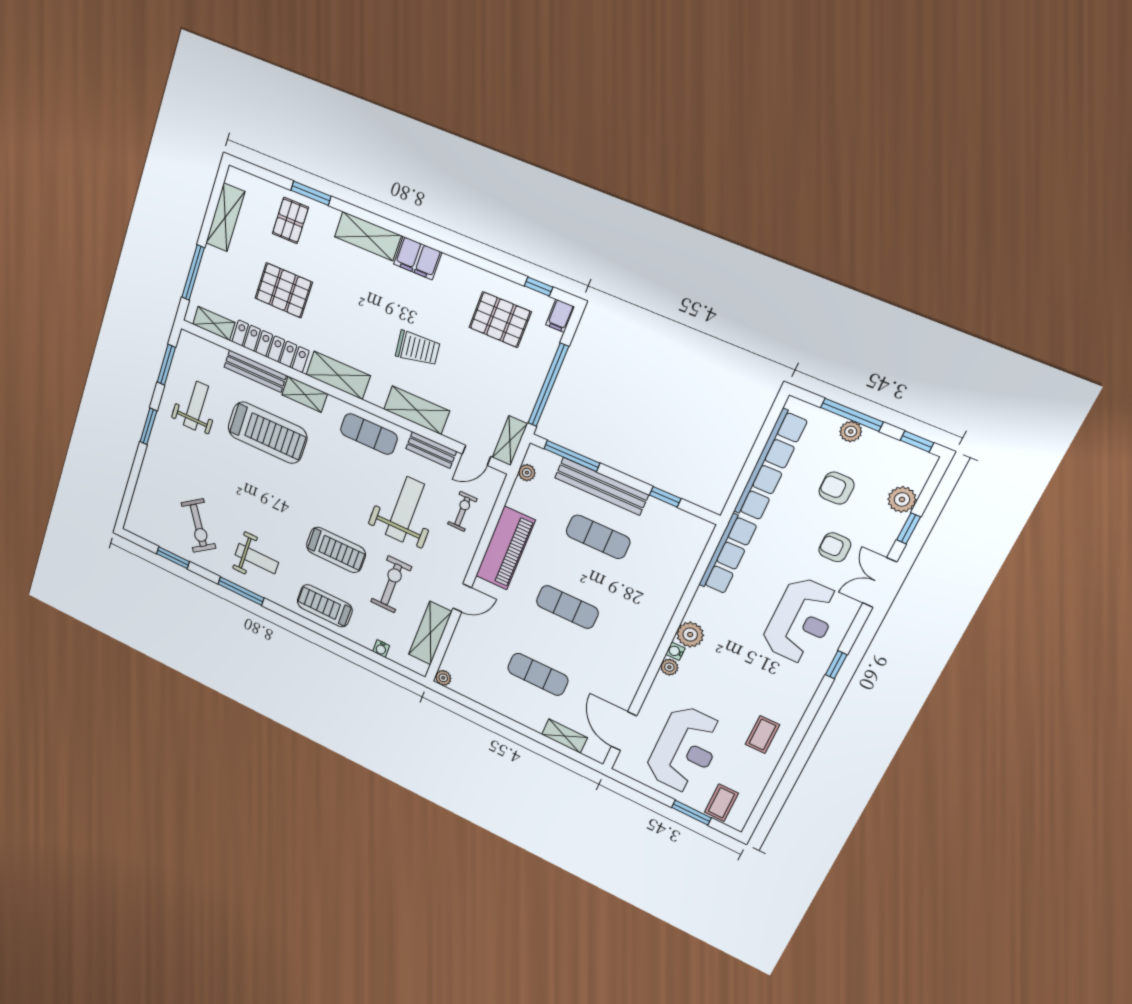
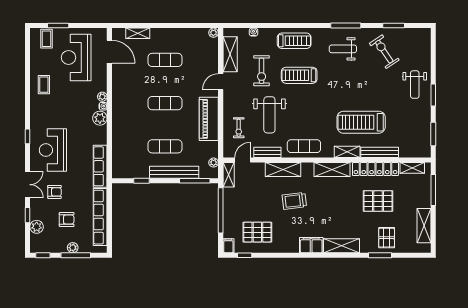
weight bench: (196, 406) -> (415, 85), moved

